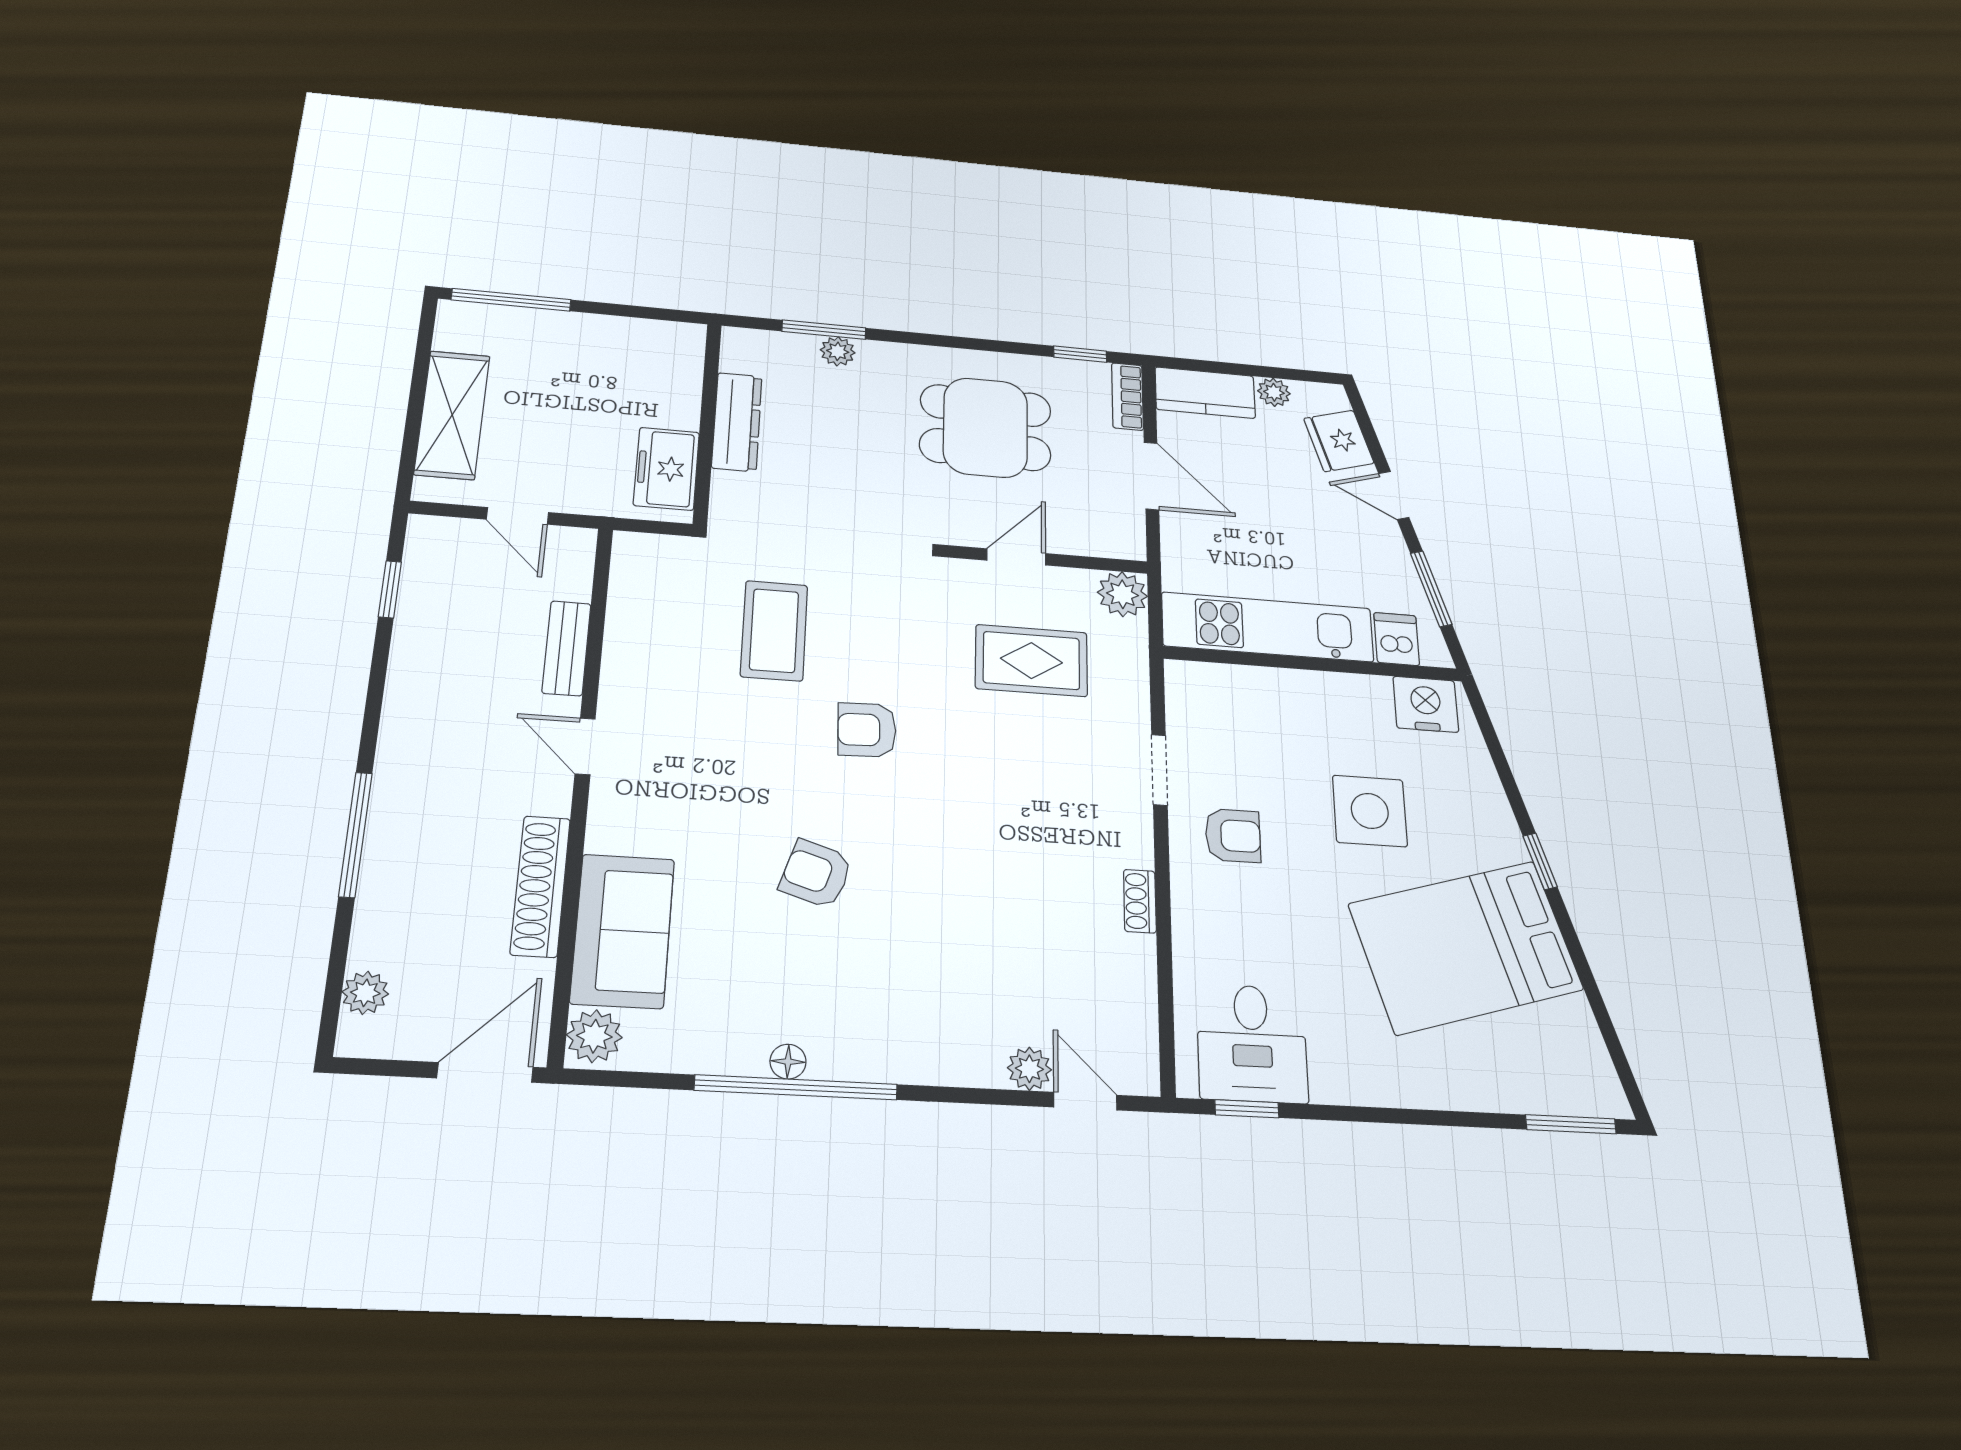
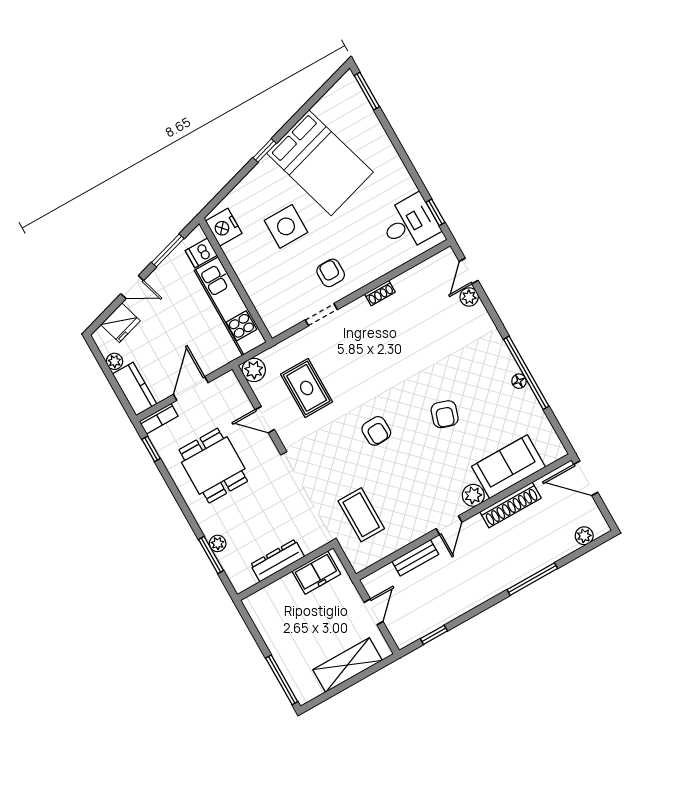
door: (1394, 495) -> (132, 287), hinge flipped
coffee table: (774, 631) -> (361, 515), moved, turned 90
plant: (594, 1036) -> (473, 495), moved

